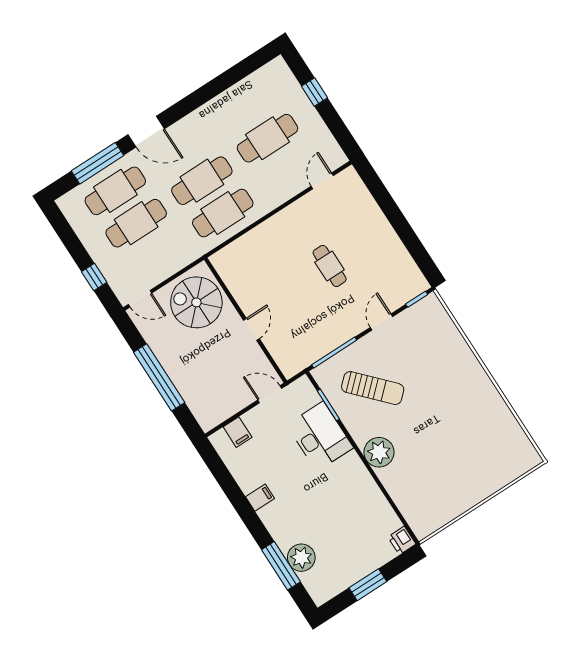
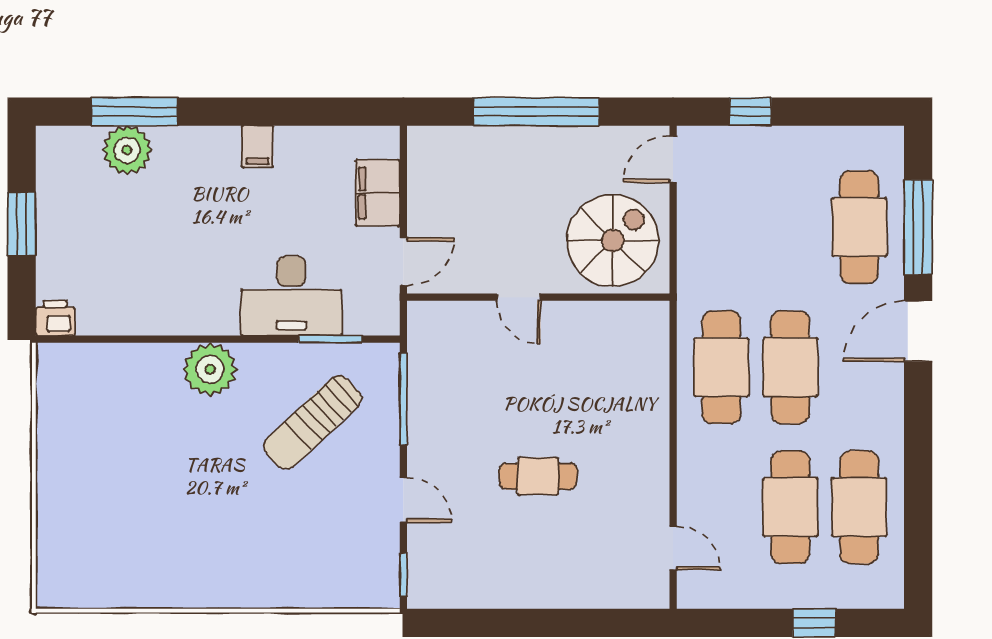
cafe table: (136, 223) -> (859, 507), moved
filing cabinet: (238, 432) -> (378, 193), width x2.00

